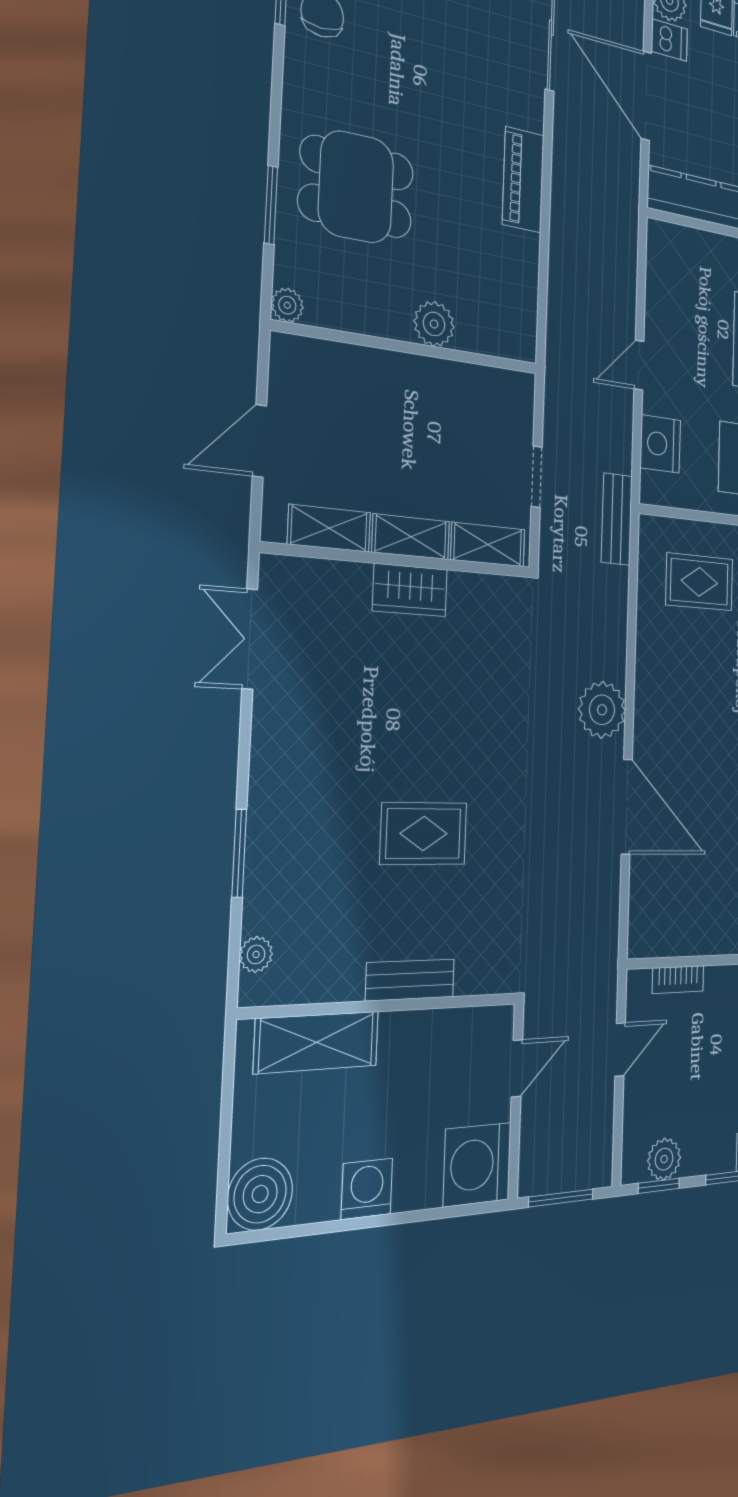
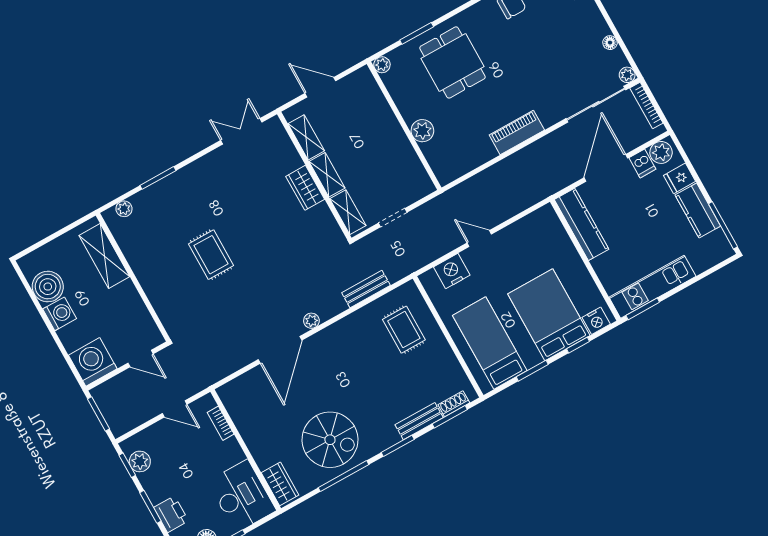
bench: (617, 519) -> (366, 289), moved
plant: (602, 710) -> (311, 321), width x0.53, depth x0.53
bench: (410, 980) -> (150, 284), removed
boiler: (260, 1194) -> (48, 287), moved

